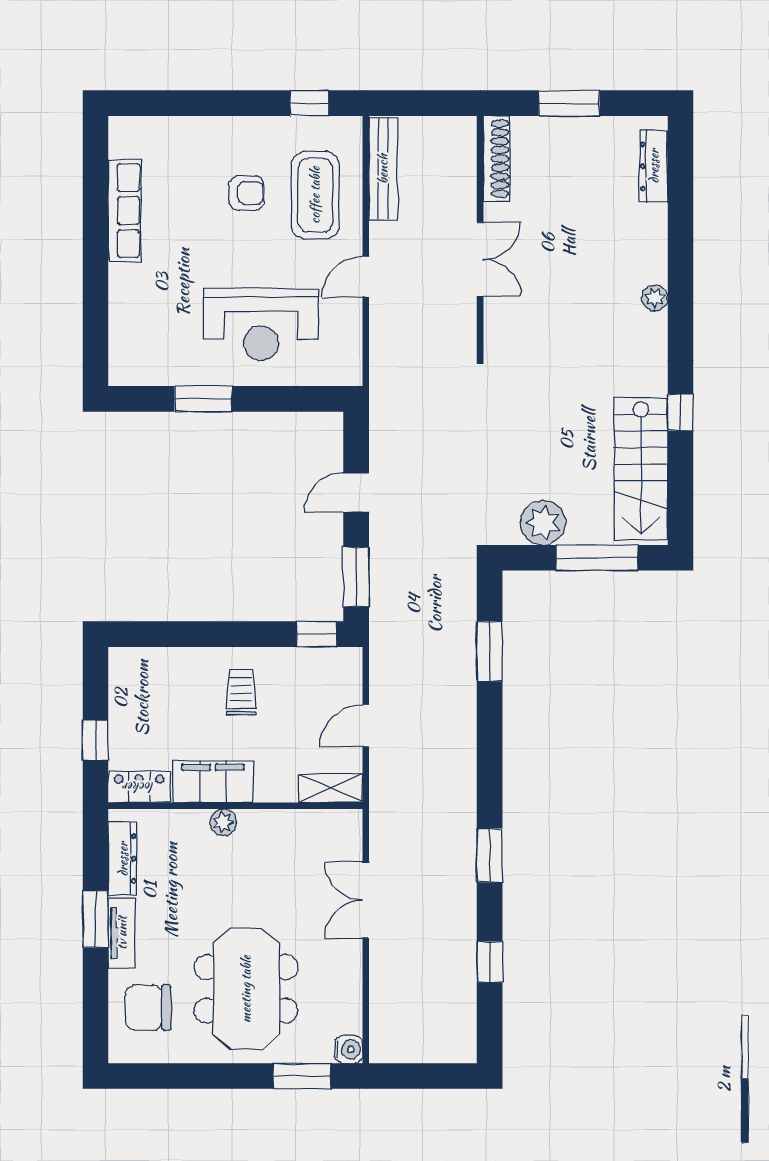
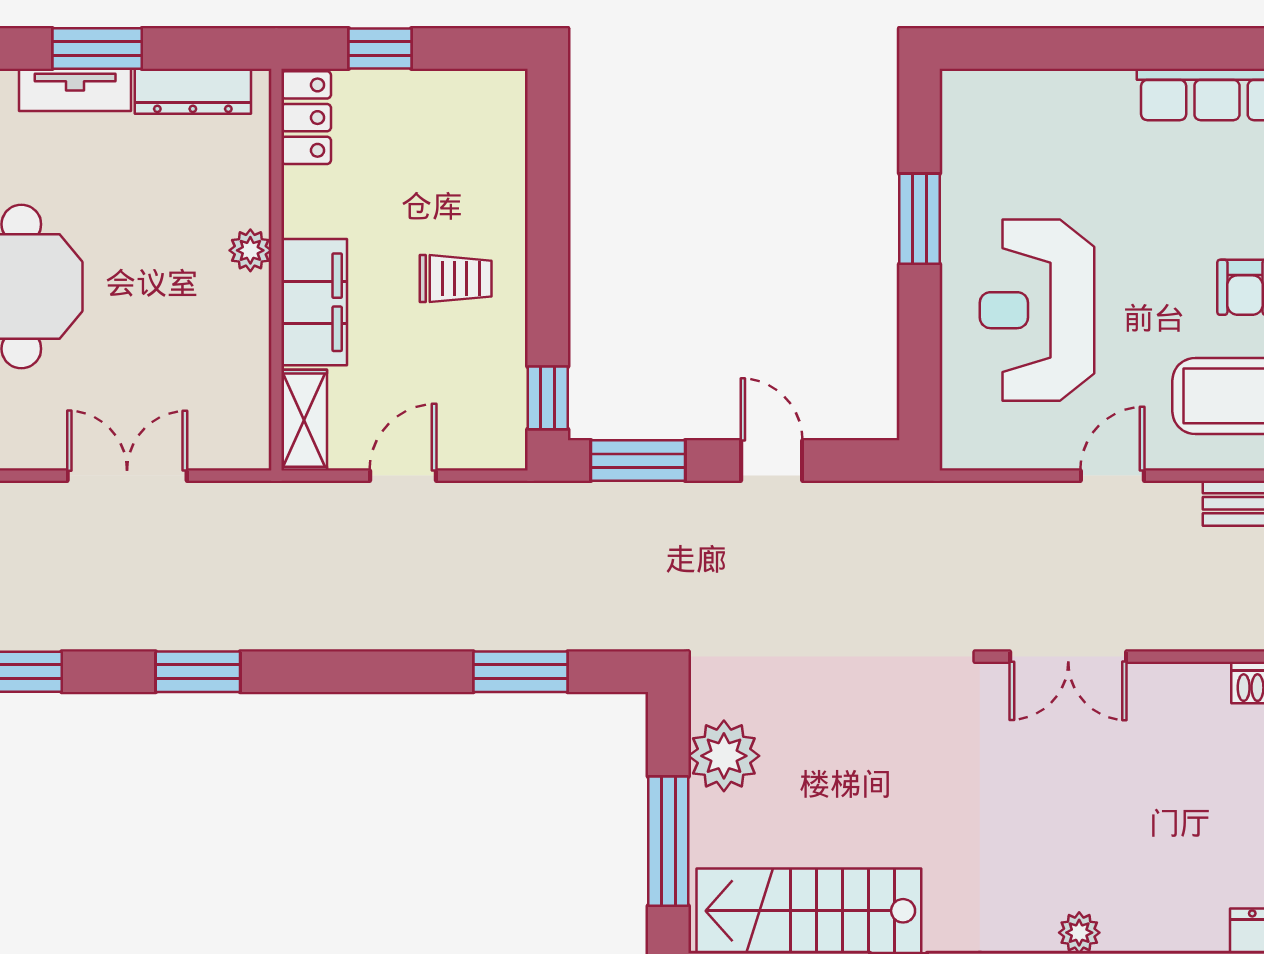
double door: (480, 259) -> (1068, 657), moved
door: (366, 277) -> (1112, 476), hinge flipped
door: (366, 726) -> (403, 476), hinge flipped
filing cabinet: (213, 782) -> (314, 302), moved

